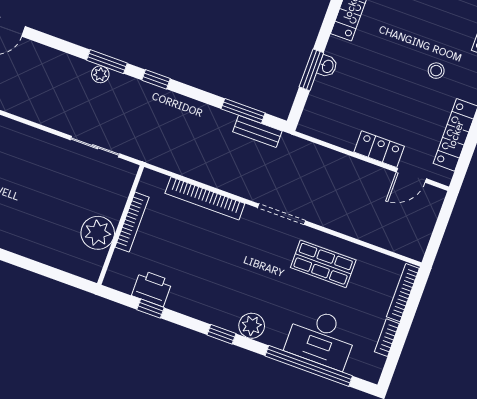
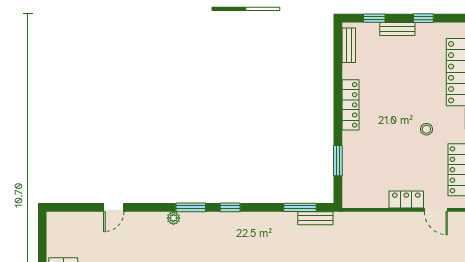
washbasin: (327, 66) -> (348, 154), removed
plant: (100, 74) -> (173, 218), moved
door: (411, 175) -> (436, 210), hinge flipped

